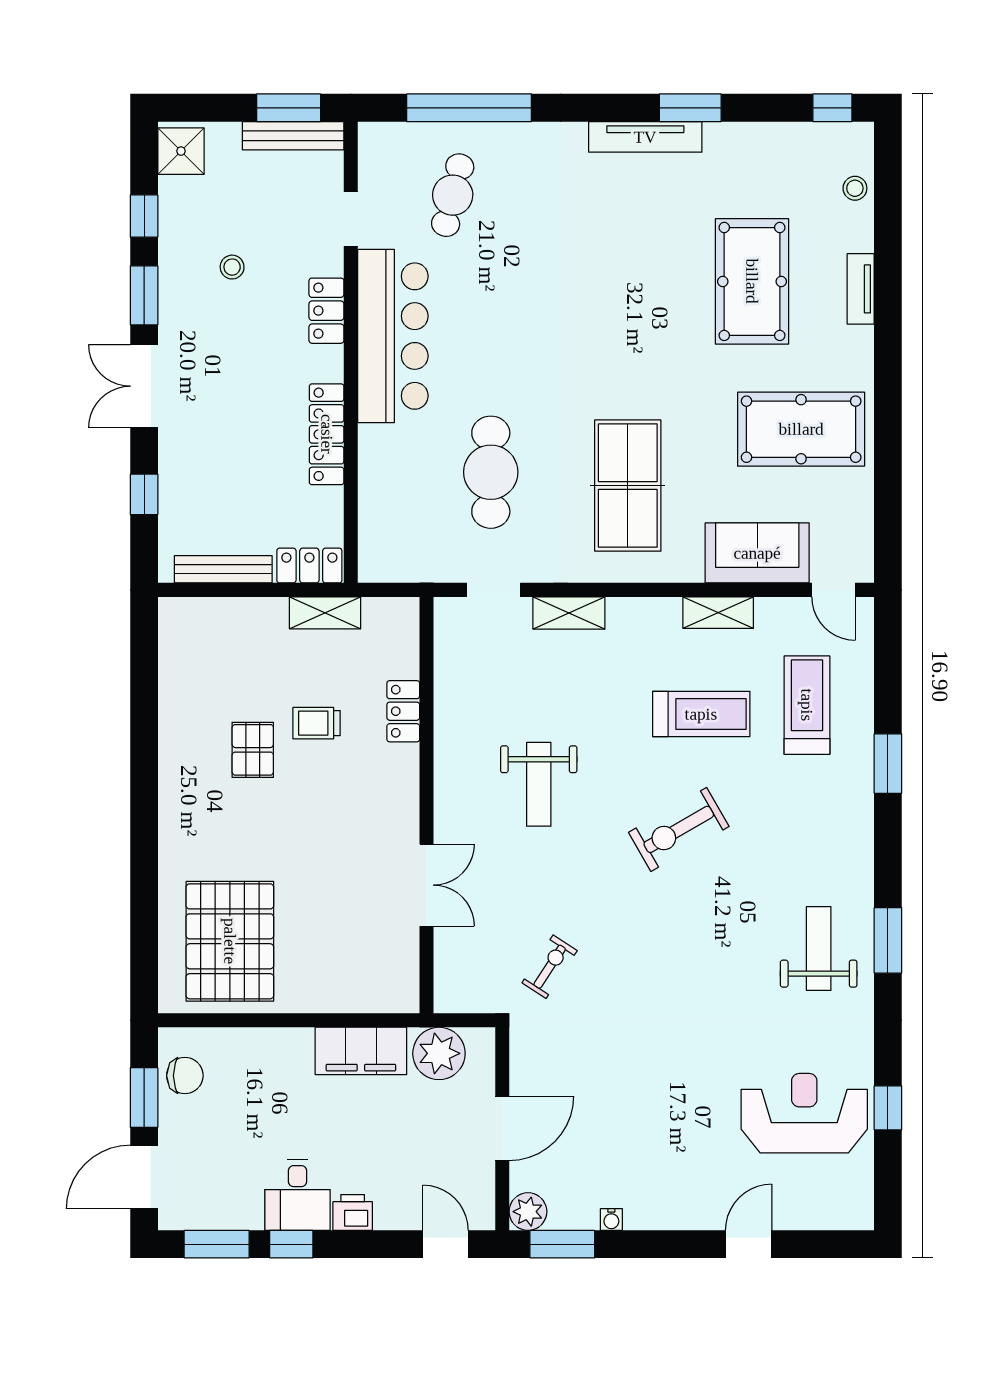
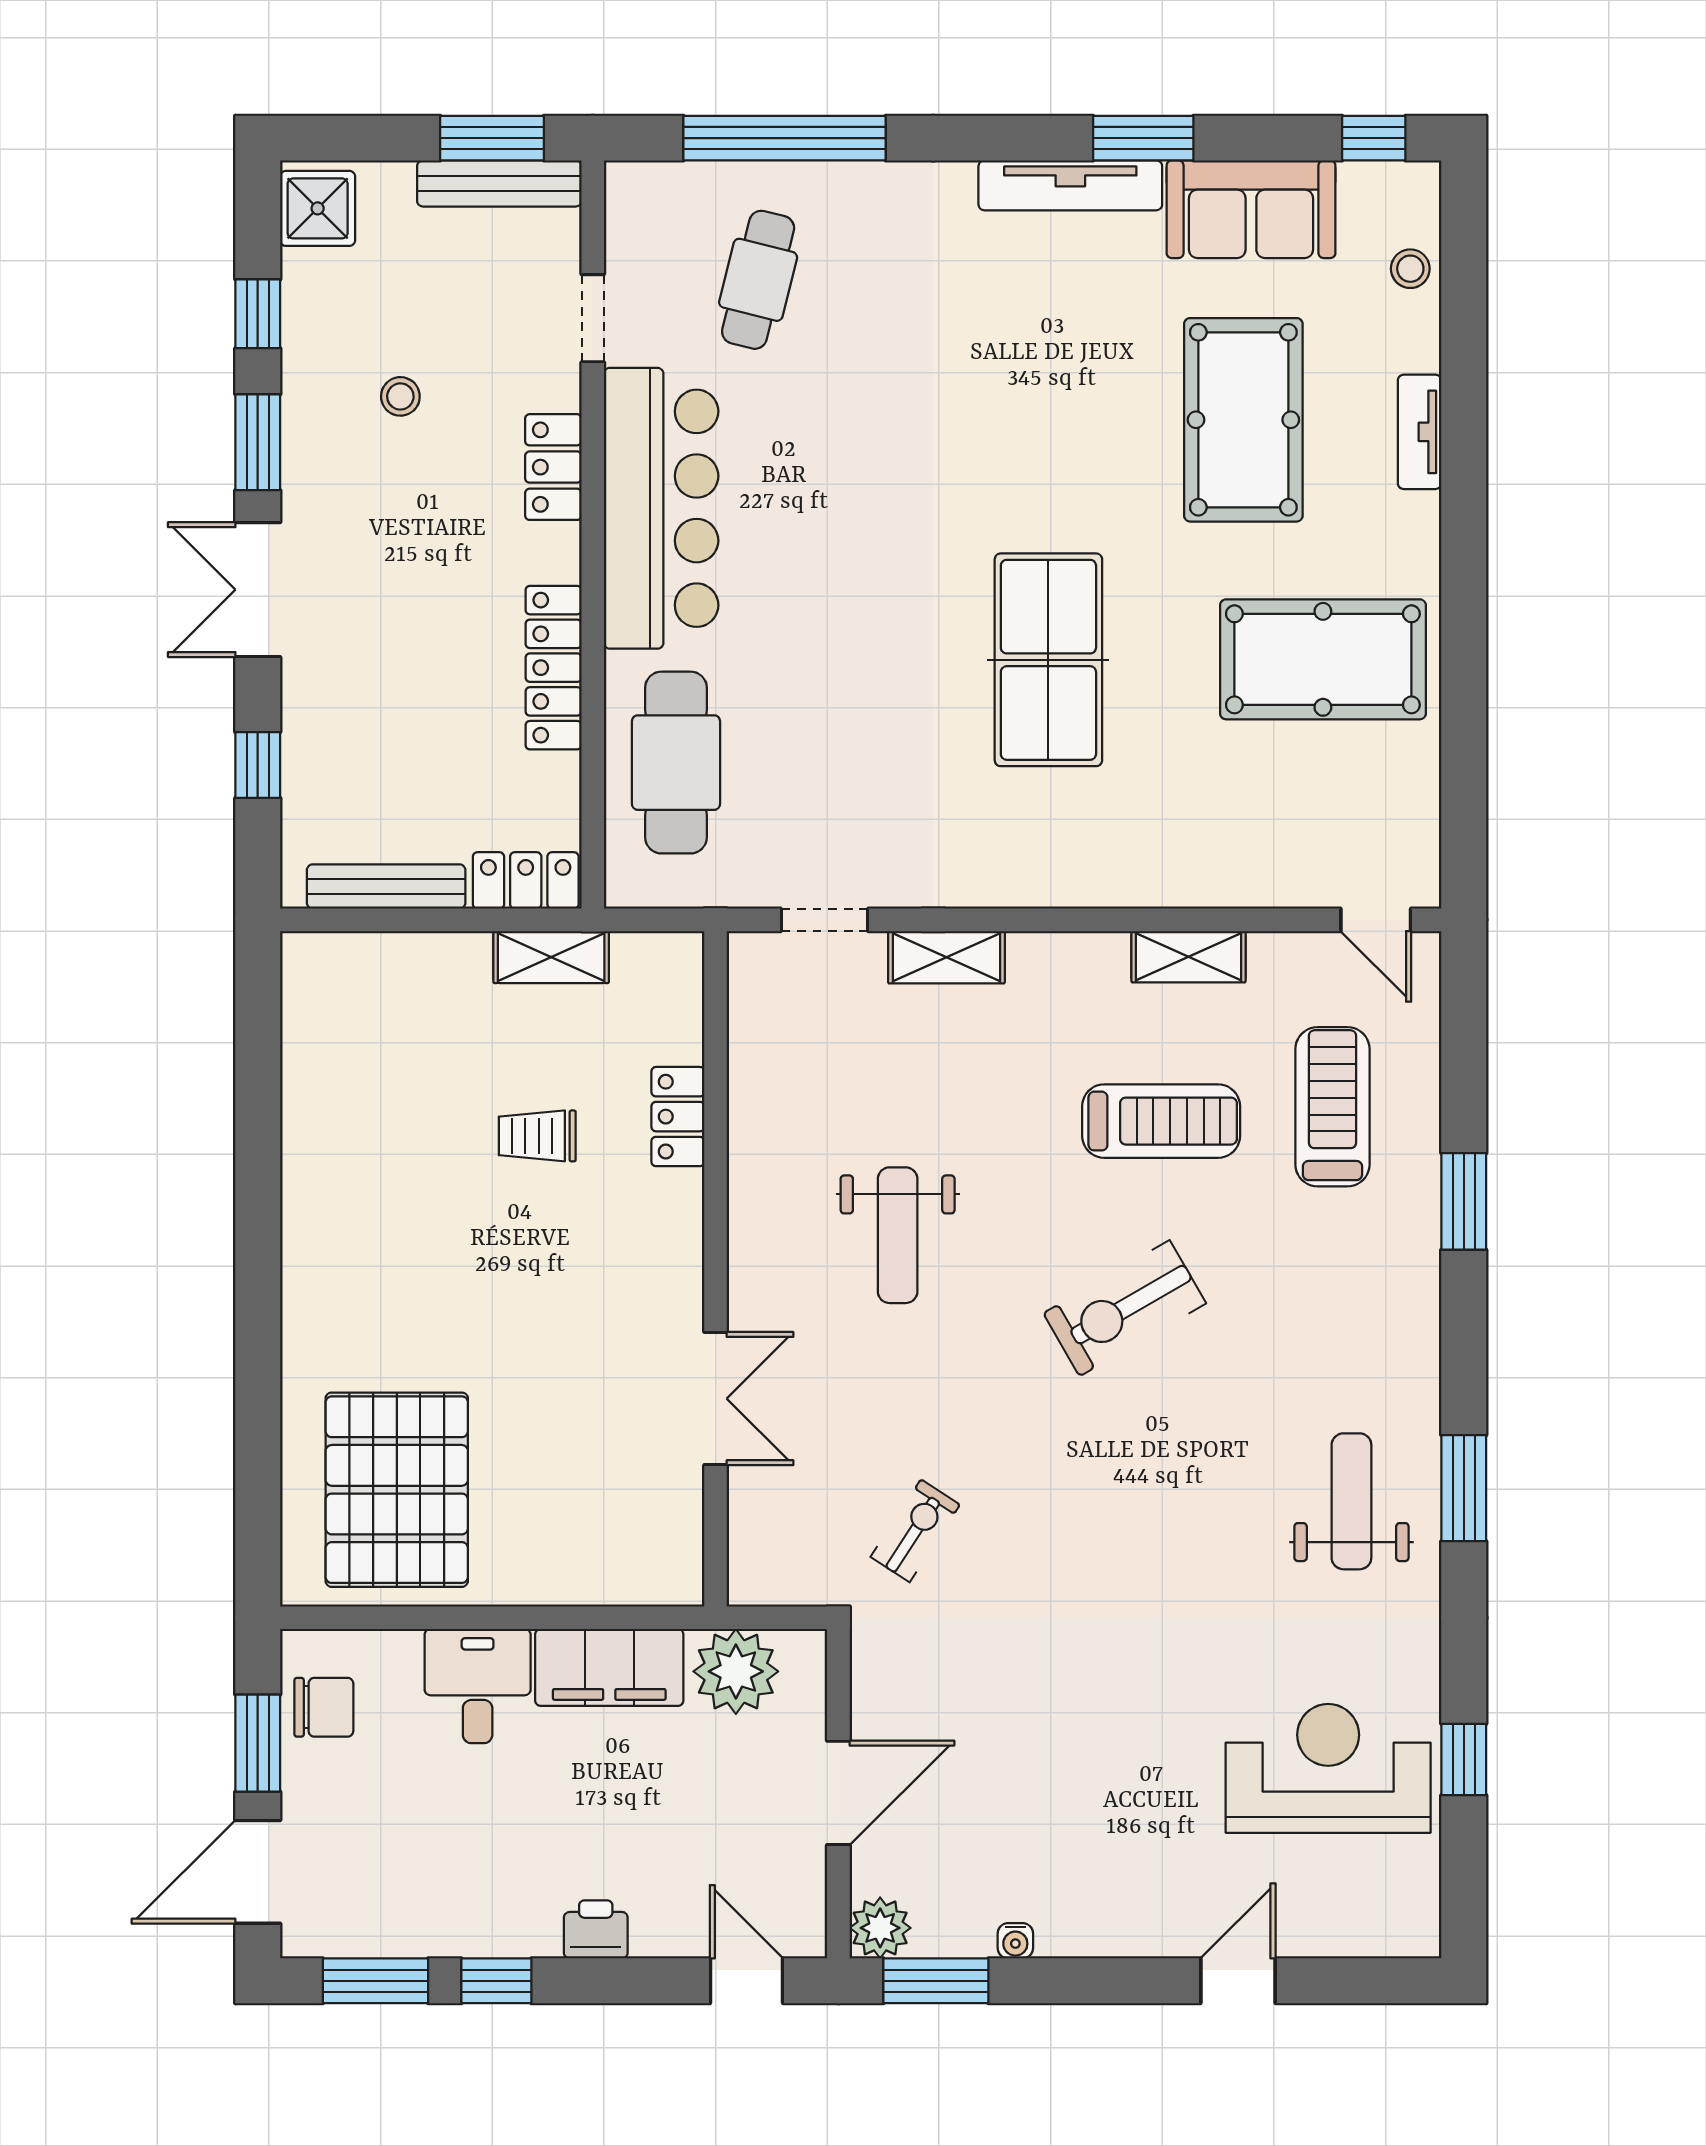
cafe table: (491, 472) -> (676, 763), moved
table tennis table: (628, 486) -> (1048, 660), moved
sofa: (757, 553) -> (1251, 209), moved, turned 180
pallet: (253, 750) -> (434, 1179), removed
desk: (297, 1195) -> (478, 1686), moved, turned 180

